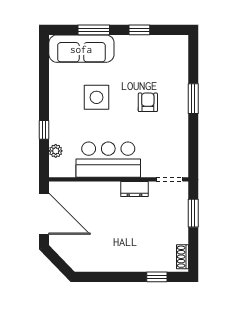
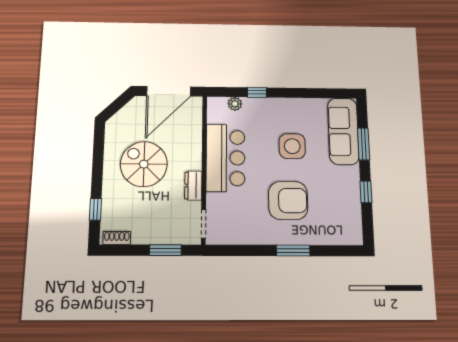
armchair: (148, 102) -> (288, 200), width x1.88, depth x1.88
spiral stairs: (115, 235) -> (144, 164), added

